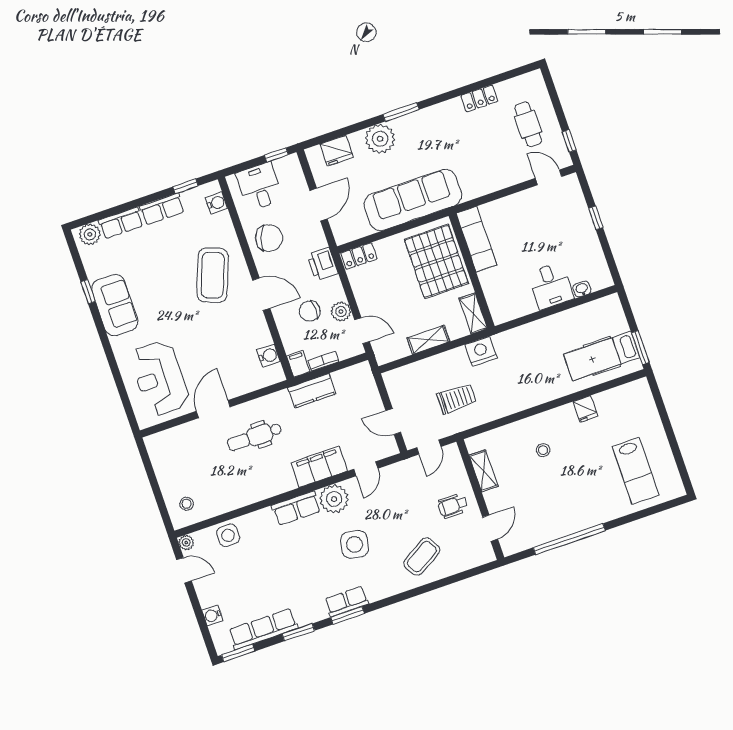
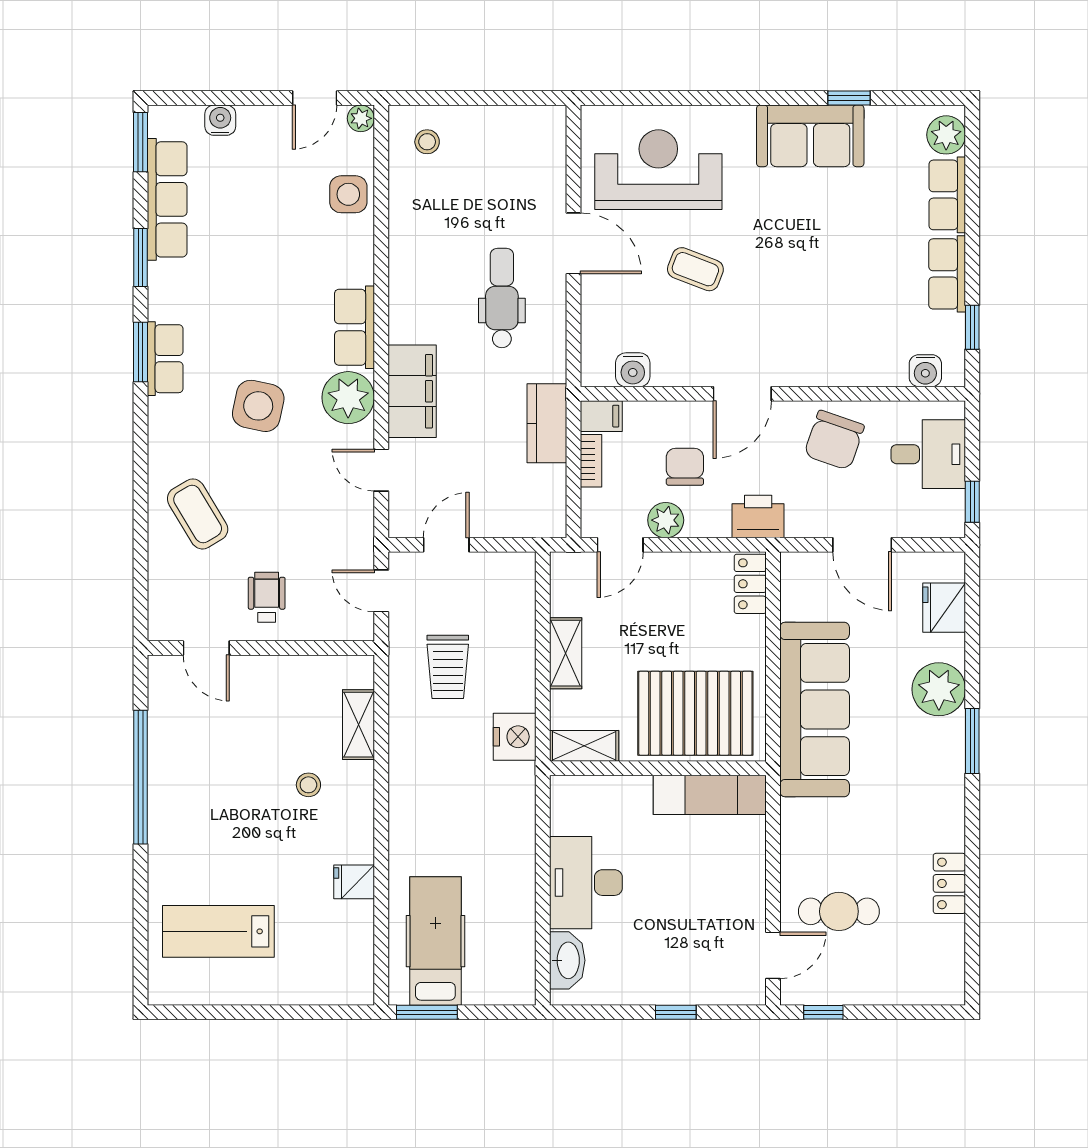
cafe table: (528, 124) -> (839, 911), moved
coffee table: (213, 275) -> (695, 269), moved, width x0.54, depth x0.58
desk: (551, 286) -> (586, 883), width x1.37
washbasin: (582, 289) -> (567, 960), width x1.91, depth x1.45
shelving: (484, 471) -> (358, 725), moved, turned 90

